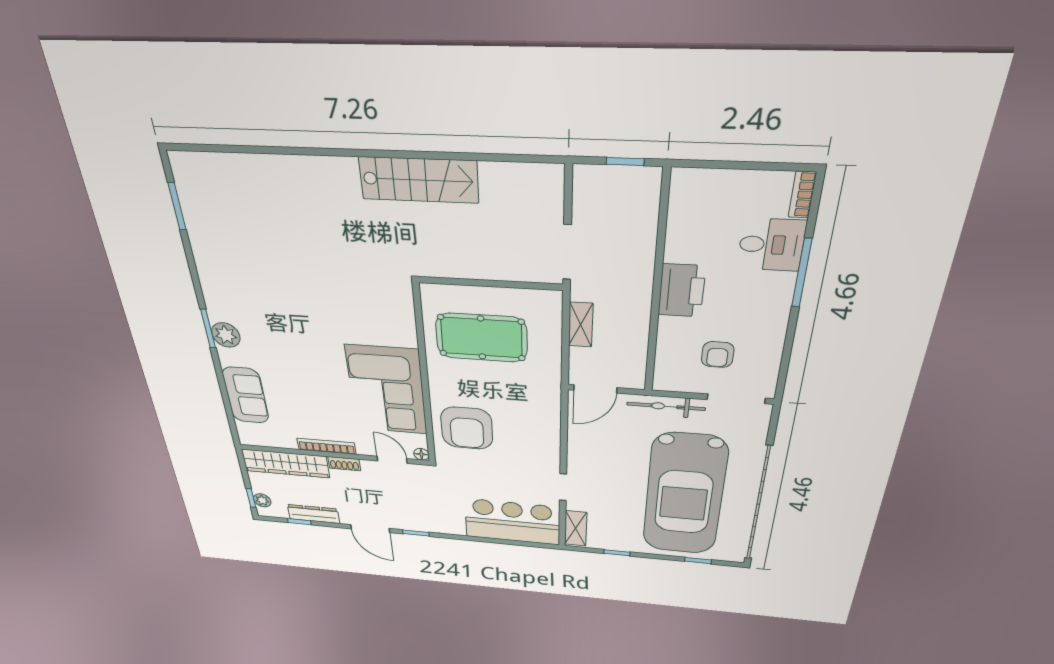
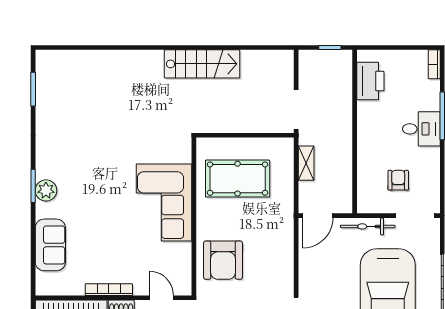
desk: (771, 245) -> (421, 129), moved
printer: (682, 290) -> (370, 81), moved
armchair: (718, 355) -> (398, 180), turned 180
corner sofa: (387, 390) -> (164, 202), moved
floor lamp: (421, 454) -> (186, 290), removed

